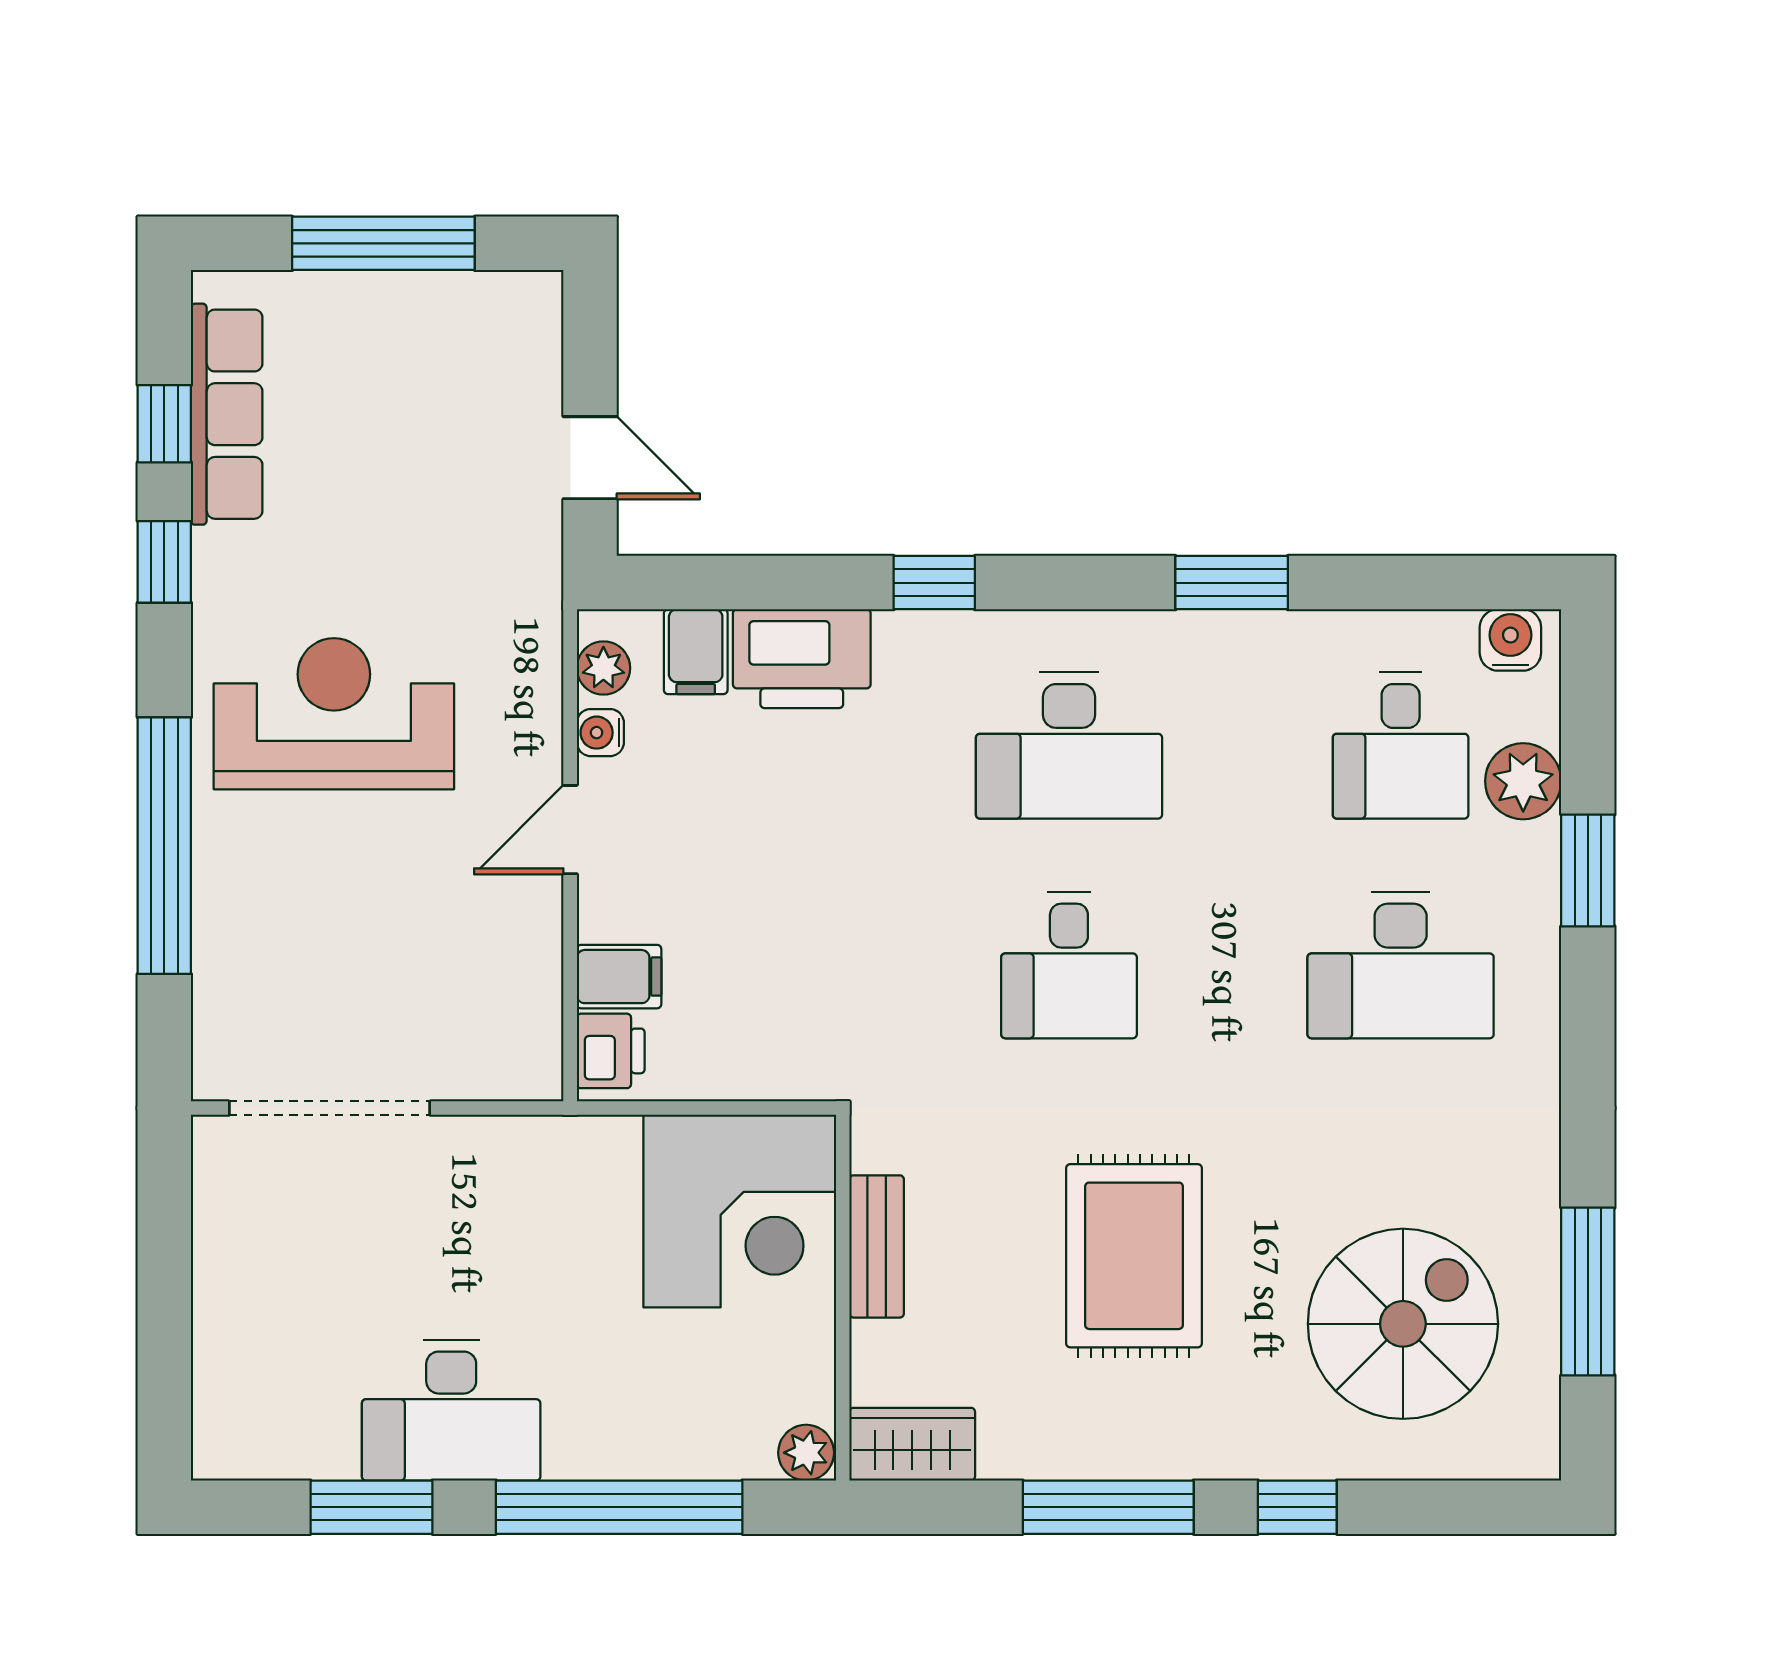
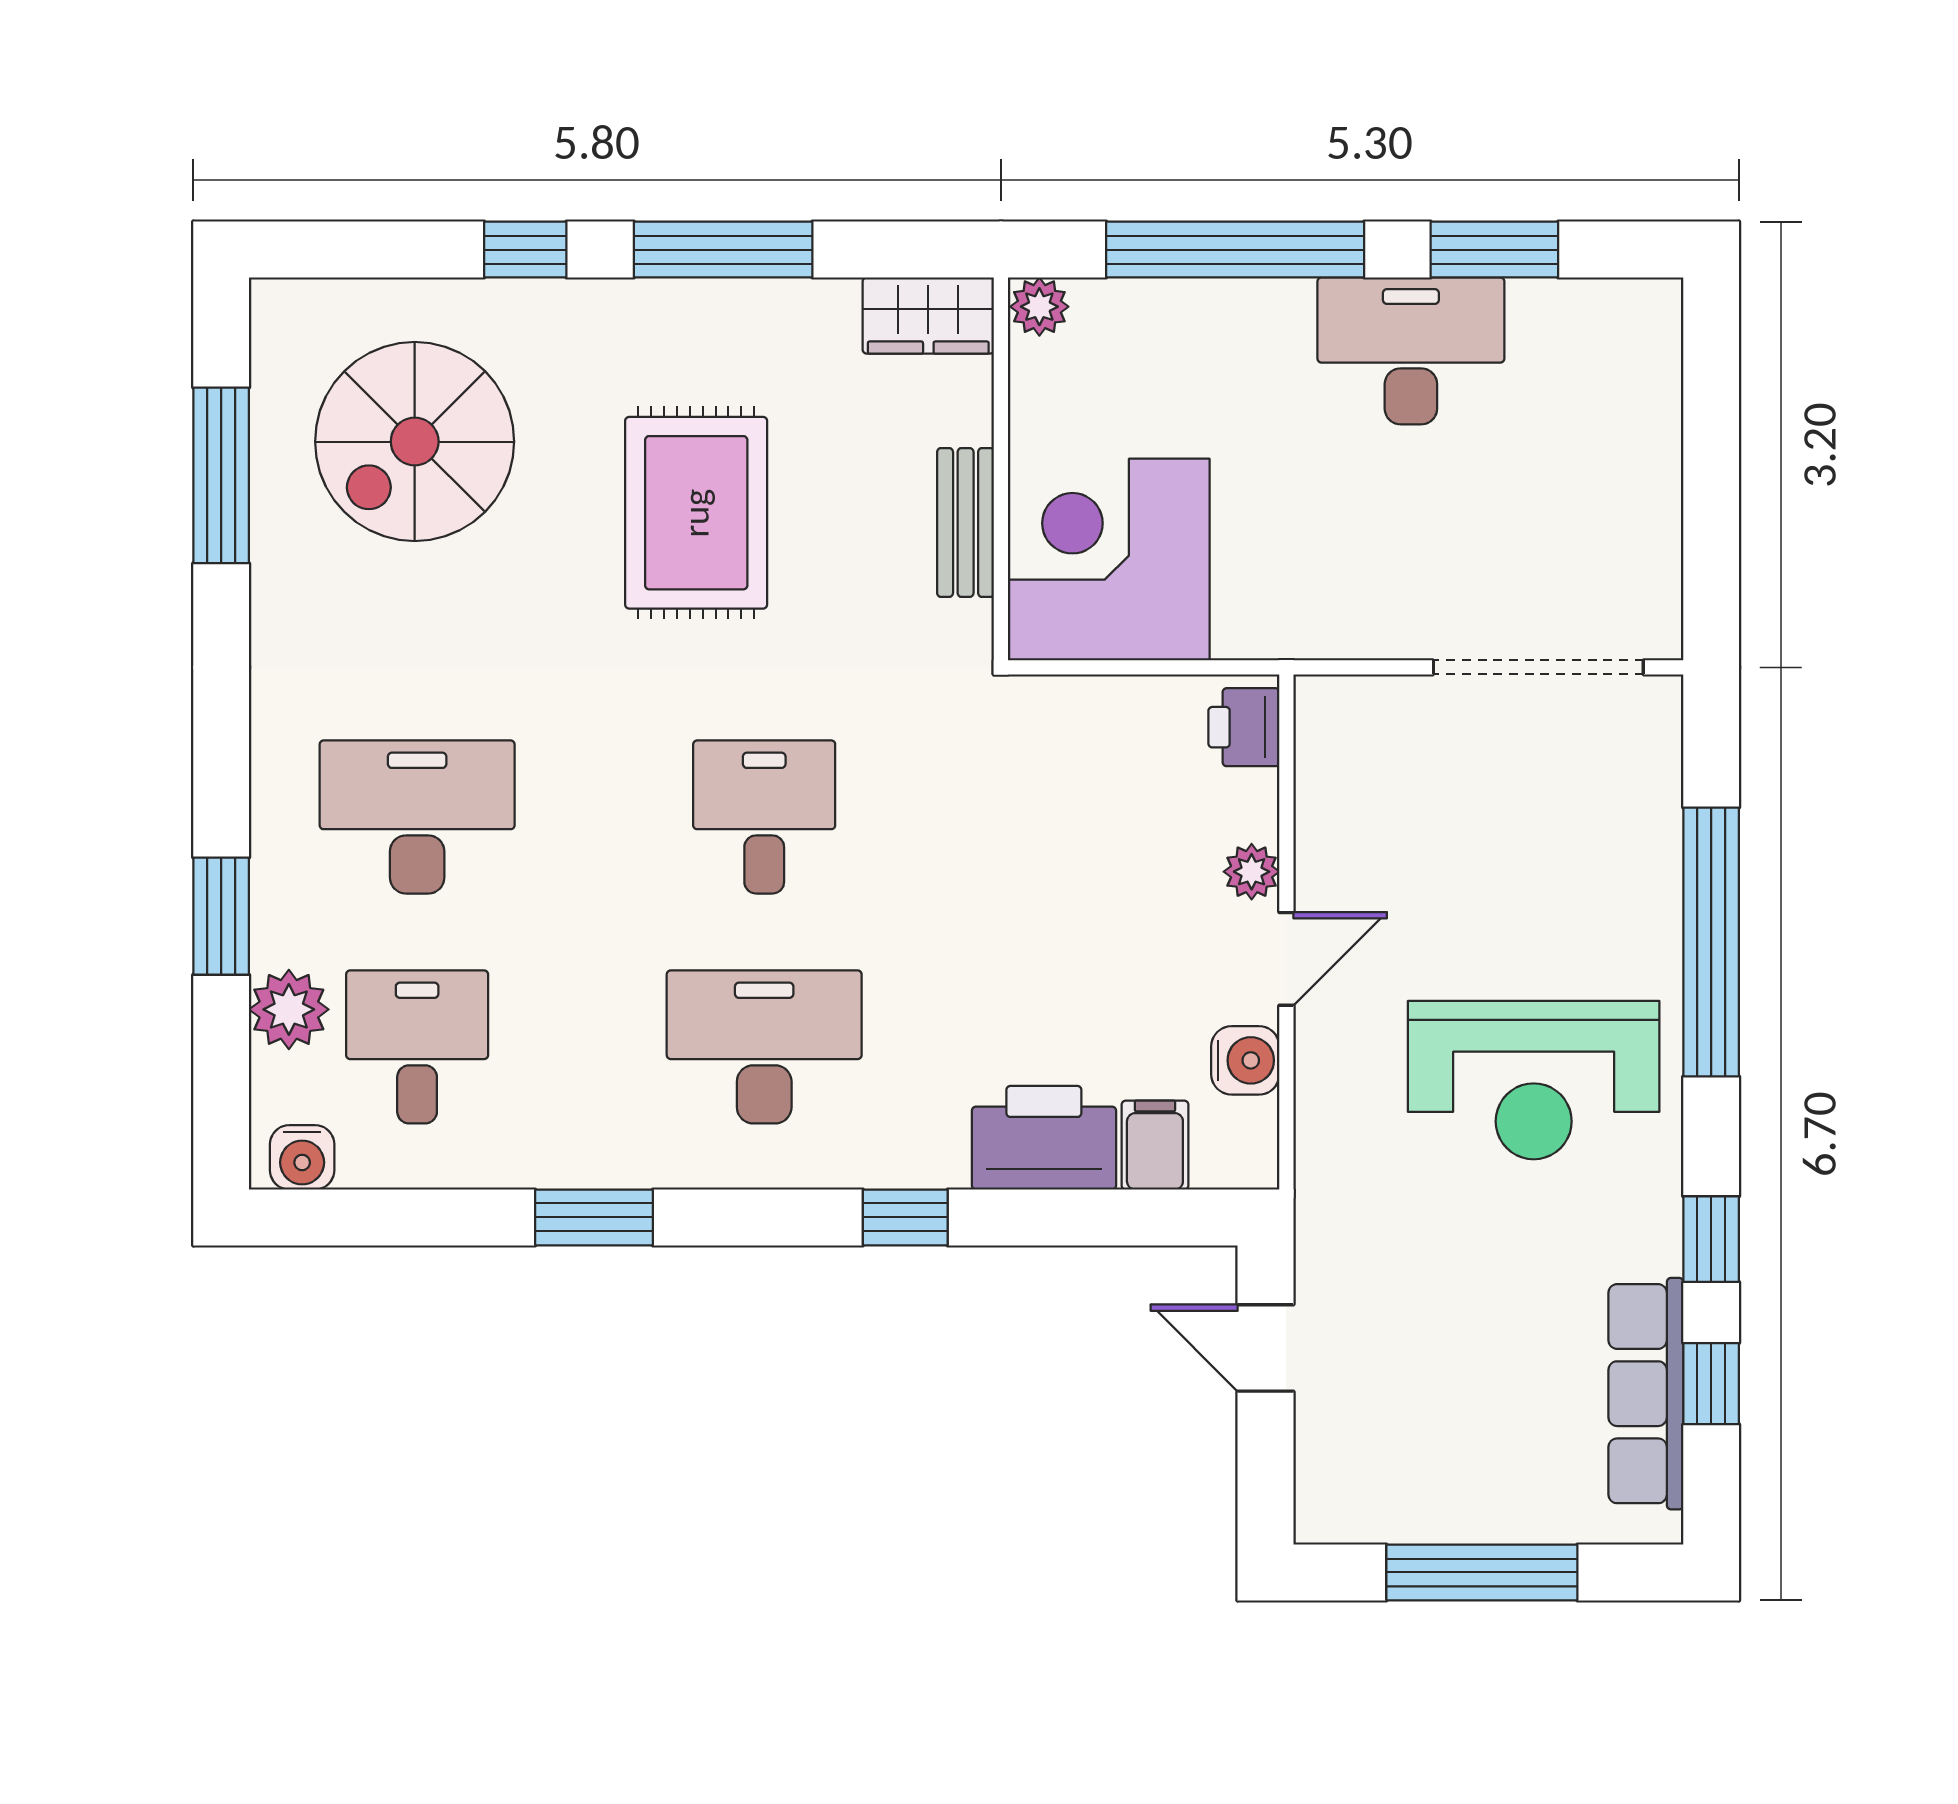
plant: (603, 668) -> (1252, 872), moved
water cooler: (600, 733) -> (1245, 1060), width x1.38, depth x1.38
filing cabinet: (619, 977) -> (1235, 805), removed

